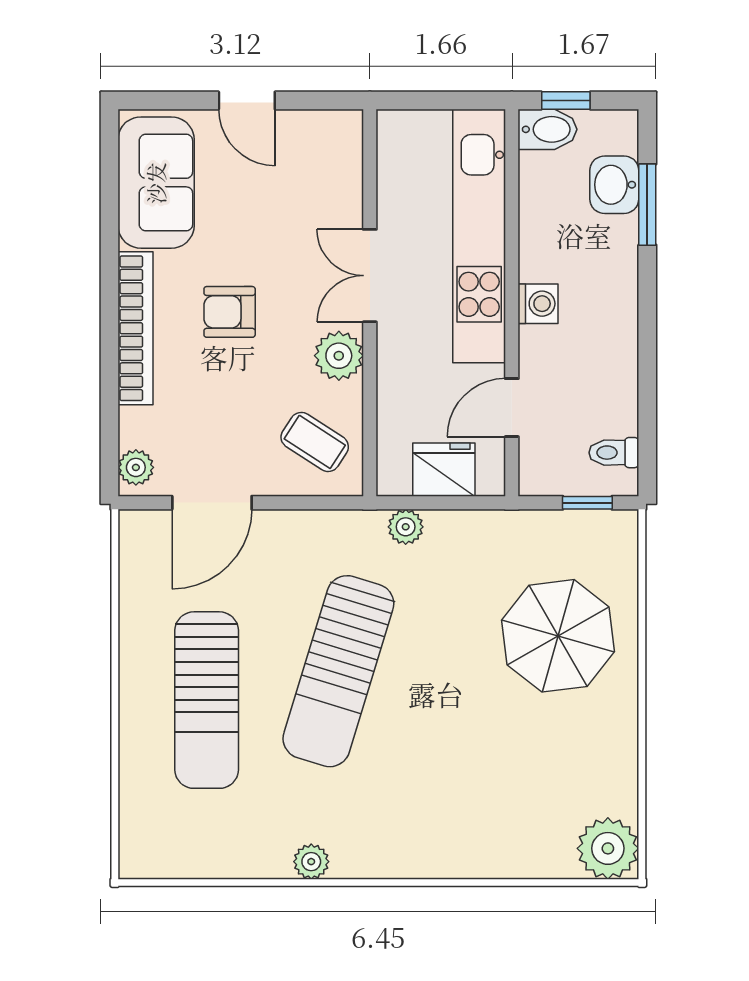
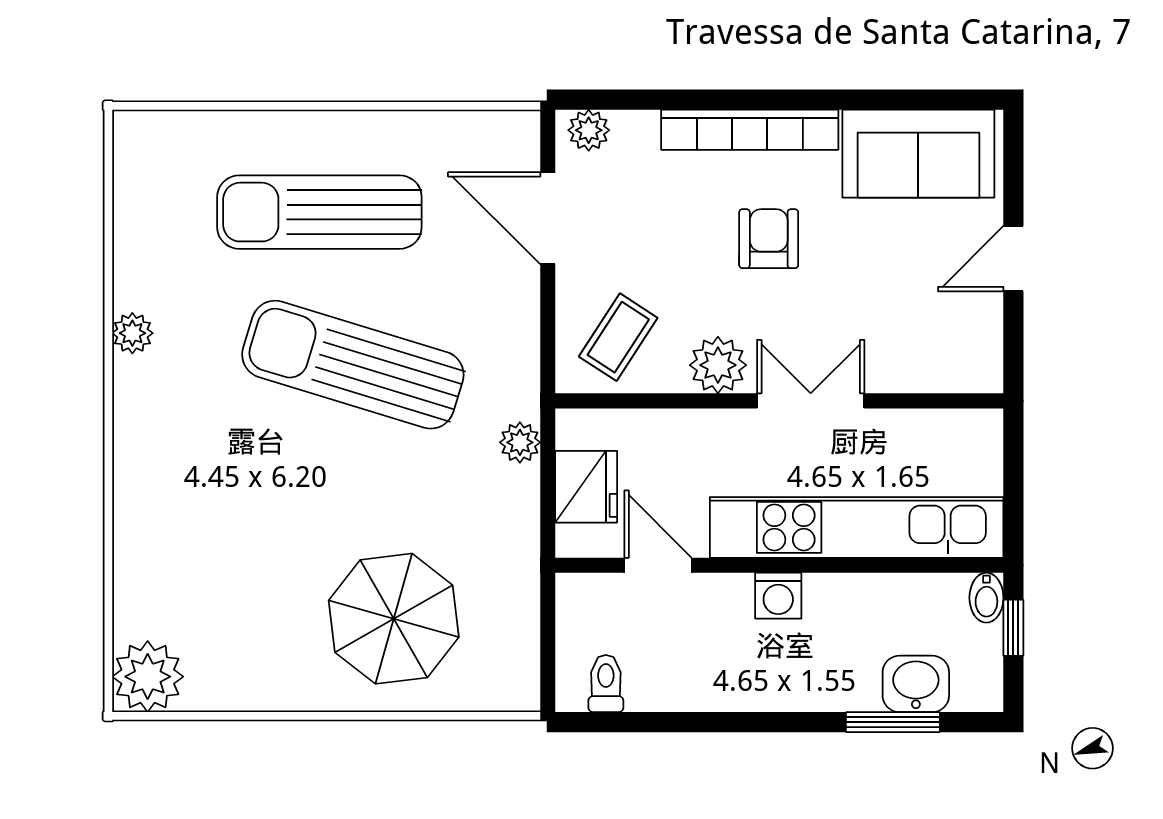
bidet: (548, 129) -> (986, 598), width x0.72, depth x0.74
window: (587, 503) -> (548, 653), removed

